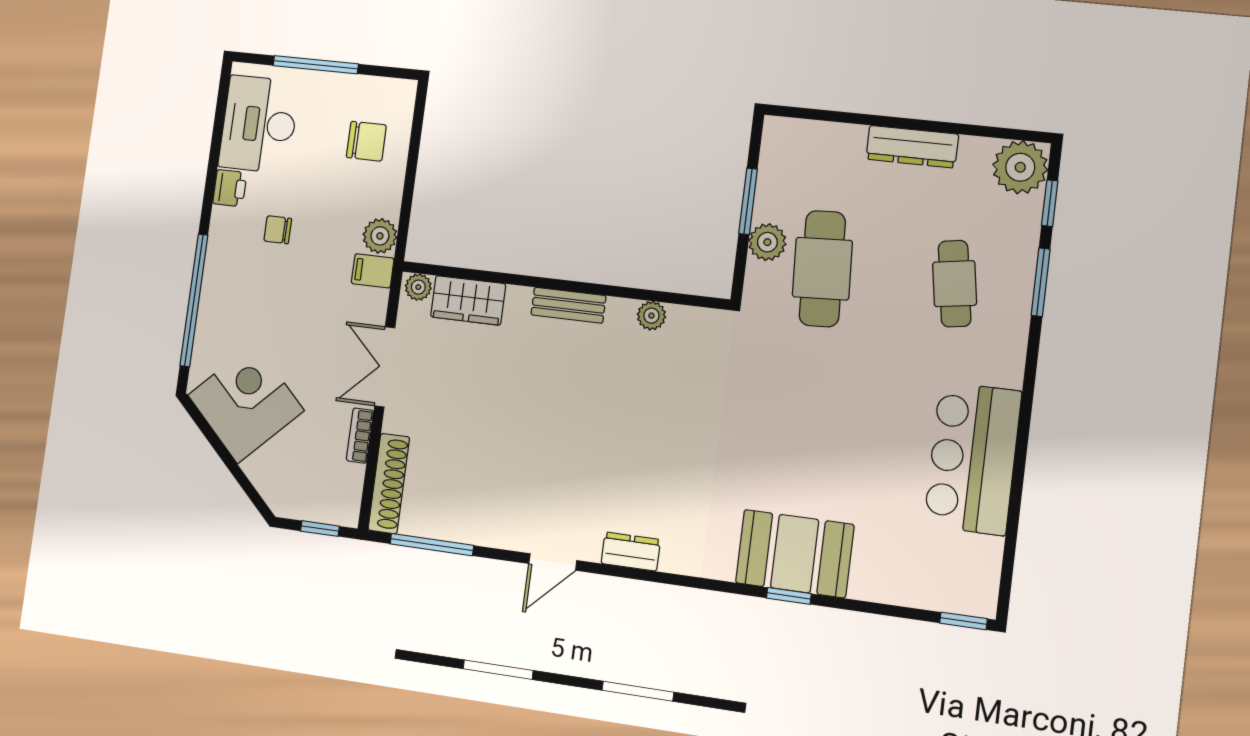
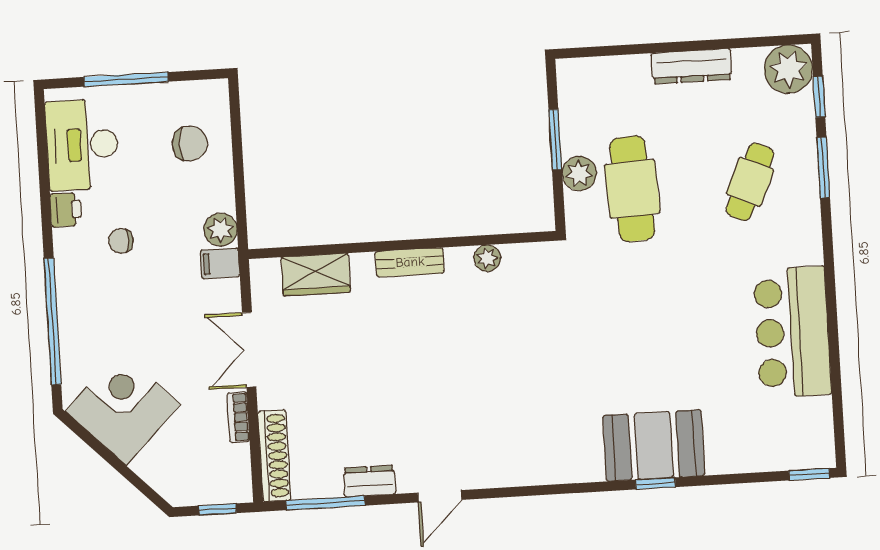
cafe table: (955, 284) -> (750, 182), turned 33
plant: (418, 287) -> (266, 271), removed
dresser: (631, 552) -> (369, 481), moved

